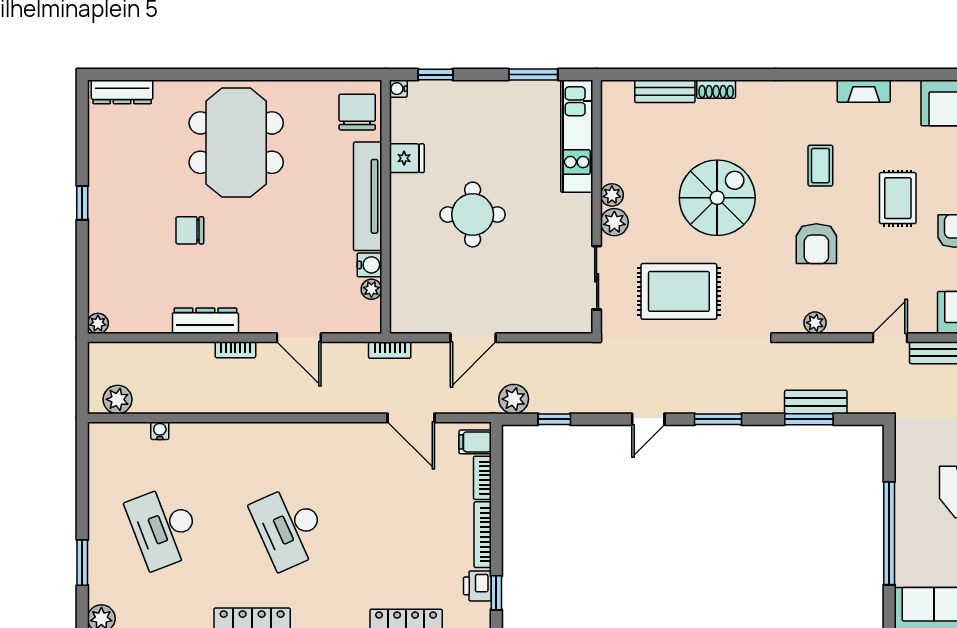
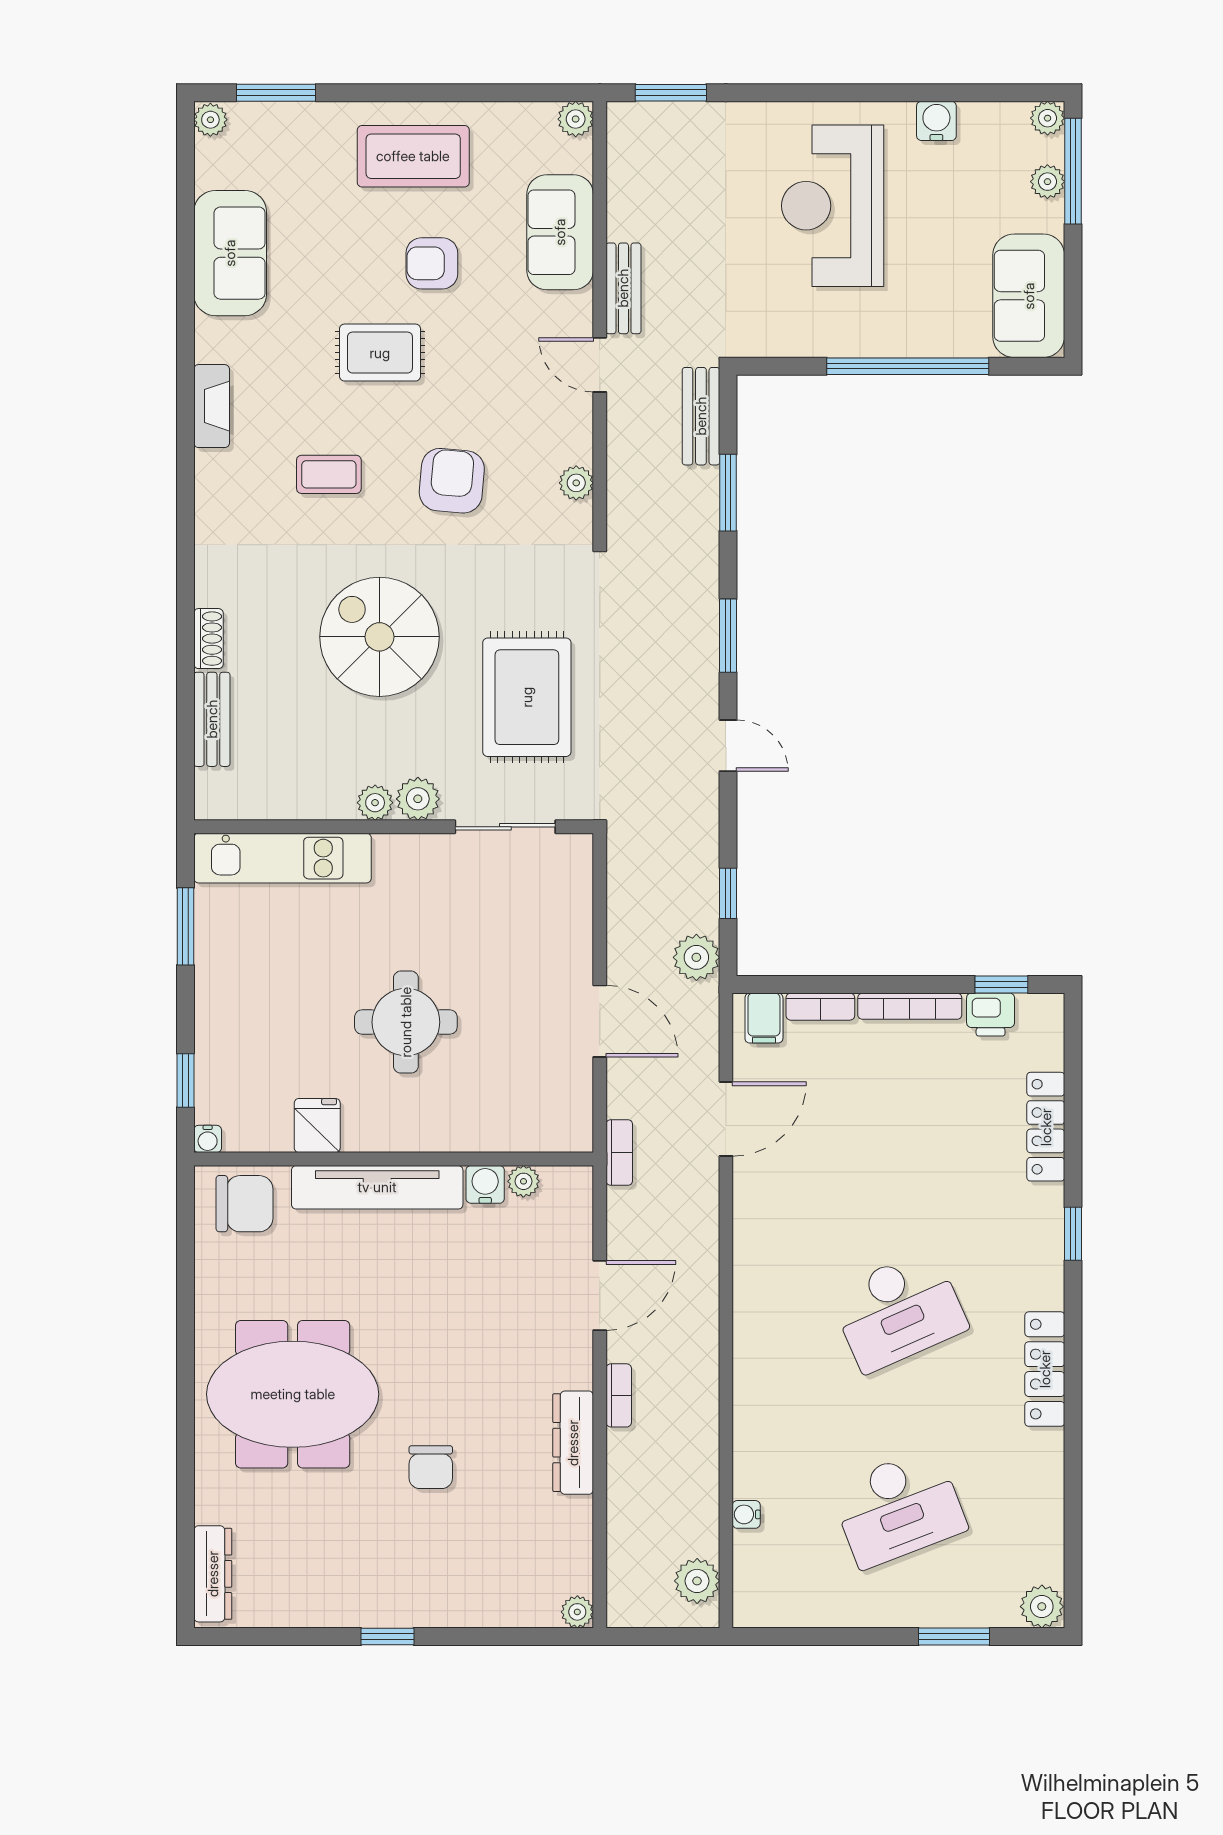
chair: (357, 112) -> (245, 1204), turned 180
armchair: (816, 244) -> (452, 481), turned -85
bench: (816, 402) -> (701, 416), moved

